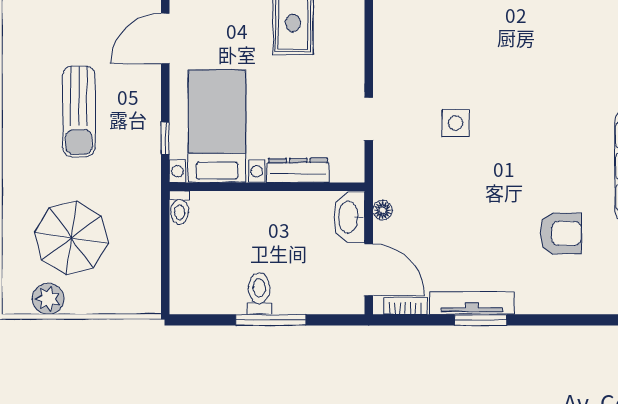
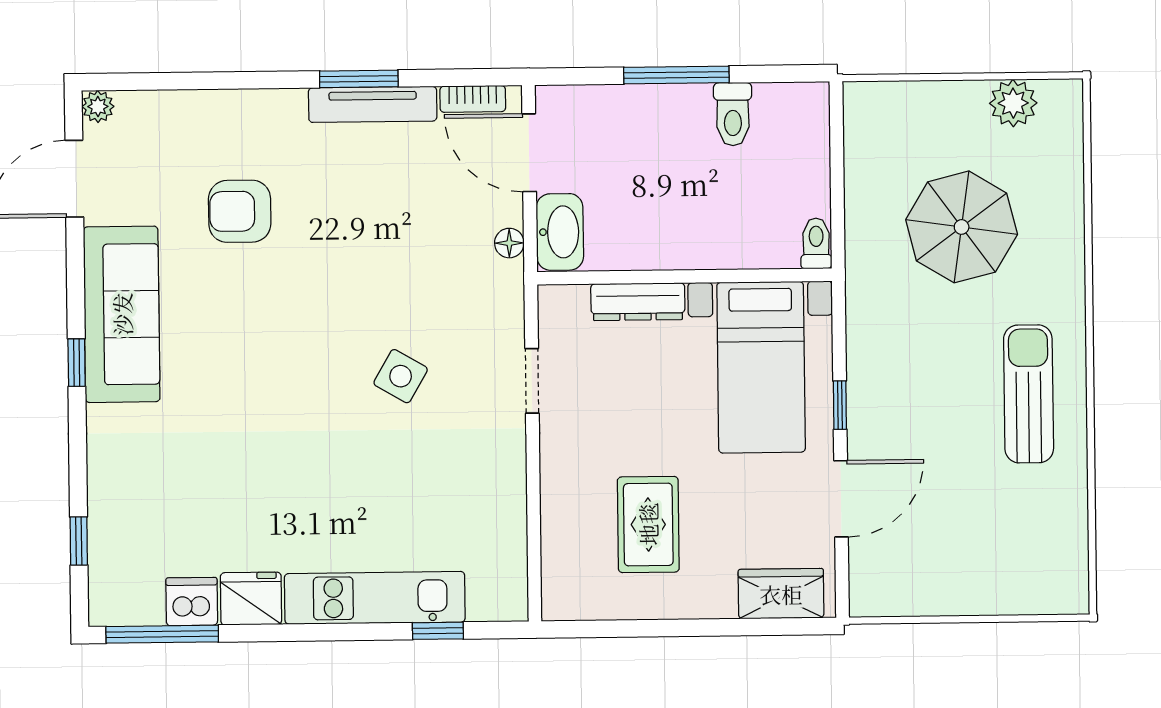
sun lounger: (79, 111) -> (1029, 394), moved
side table: (456, 123) -> (401, 376), turned 30
window: (165, 138) -> (840, 405), moved
parasol: (71, 238) -> (962, 227), moved
toilet: (259, 294) -> (733, 114), moved

